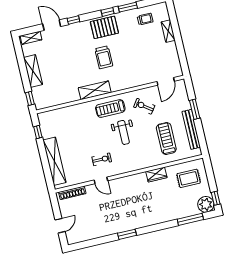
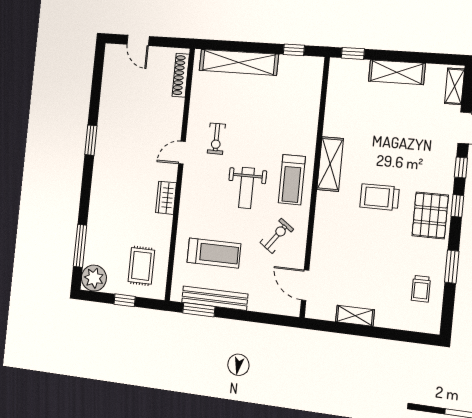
window: (108, 12) -> (457, 206), moved
shelving: (168, 31) -> (355, 316), moved
treadmill: (110, 108) -> (292, 180), turned 180
window: (195, 109) -> (199, 310), moved
weight bench: (123, 132) -> (247, 188), turned -90
wardrobe: (156, 175) -> (166, 198), moved
door: (101, 180) -> (182, 153), moved
window: (216, 198) -> (125, 300), moved

